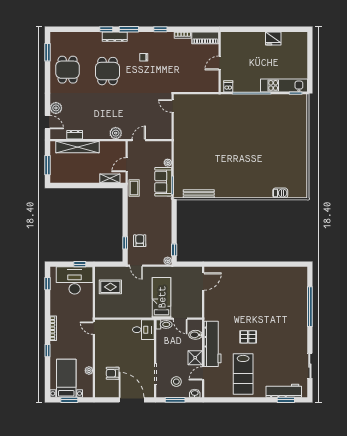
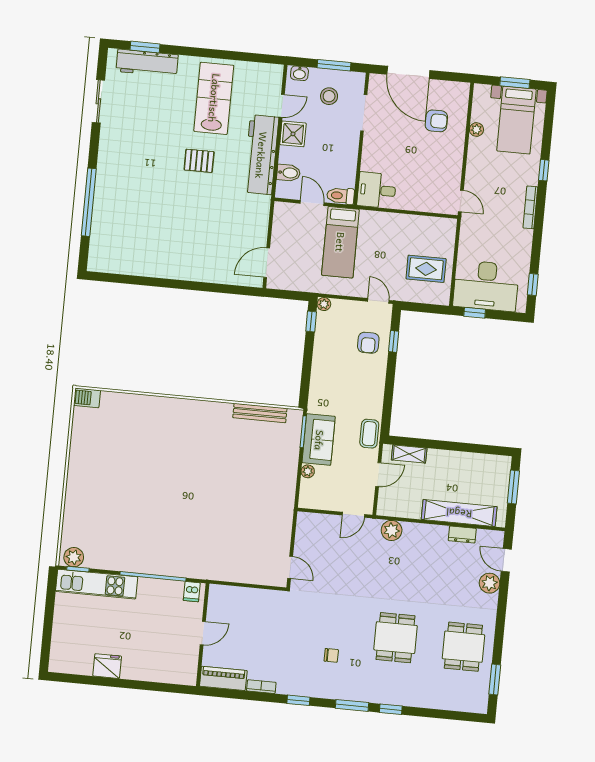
dresser: (115, 37) -> (377, 695), removed
plant: (299, 100) -> (74, 557), added
barbecue: (280, 193) -> (87, 398), moved

